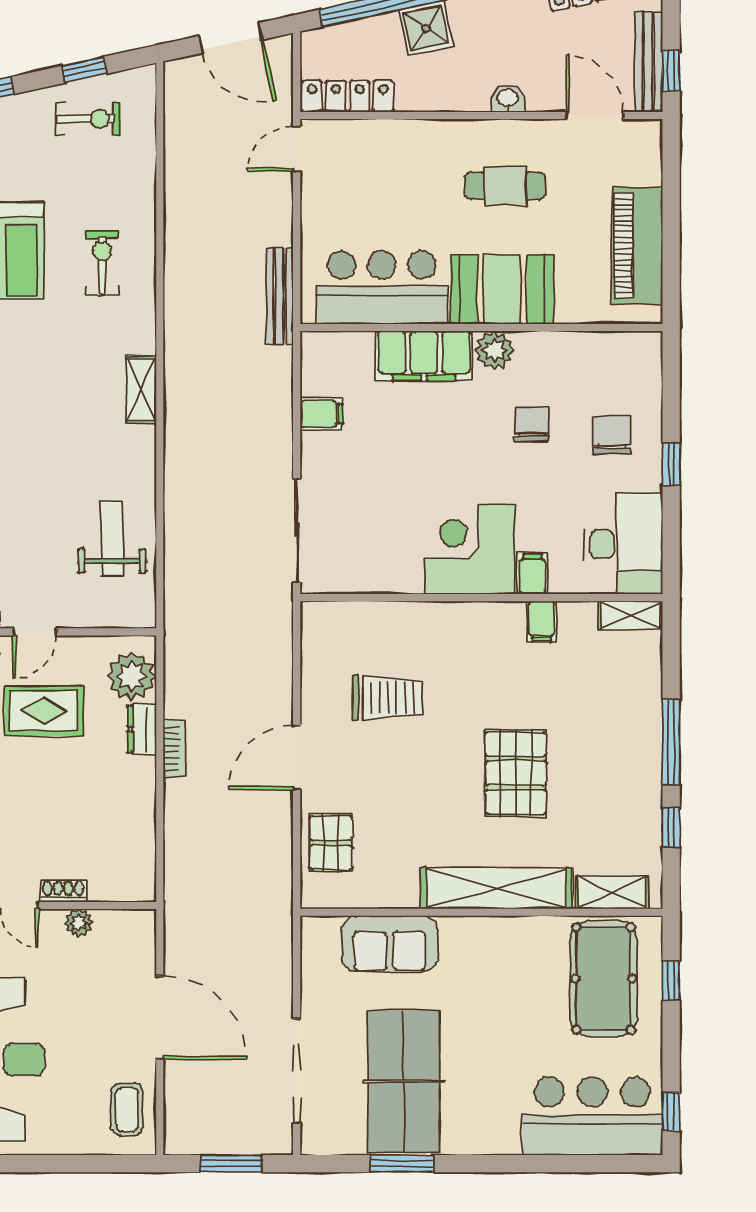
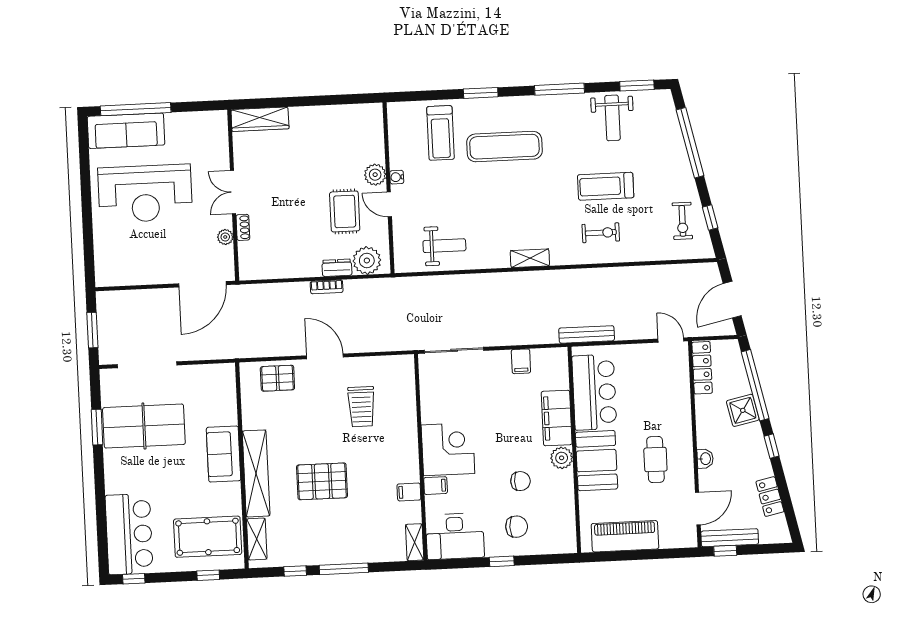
sofa: (390, 944) -> (224, 454), moved
door: (160, 1018) -> (202, 284), moved
coffee table: (127, 1109) -> (120, 270), removed

